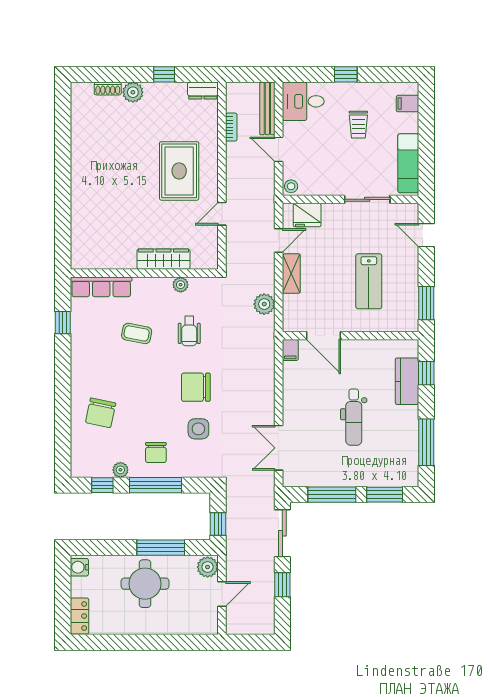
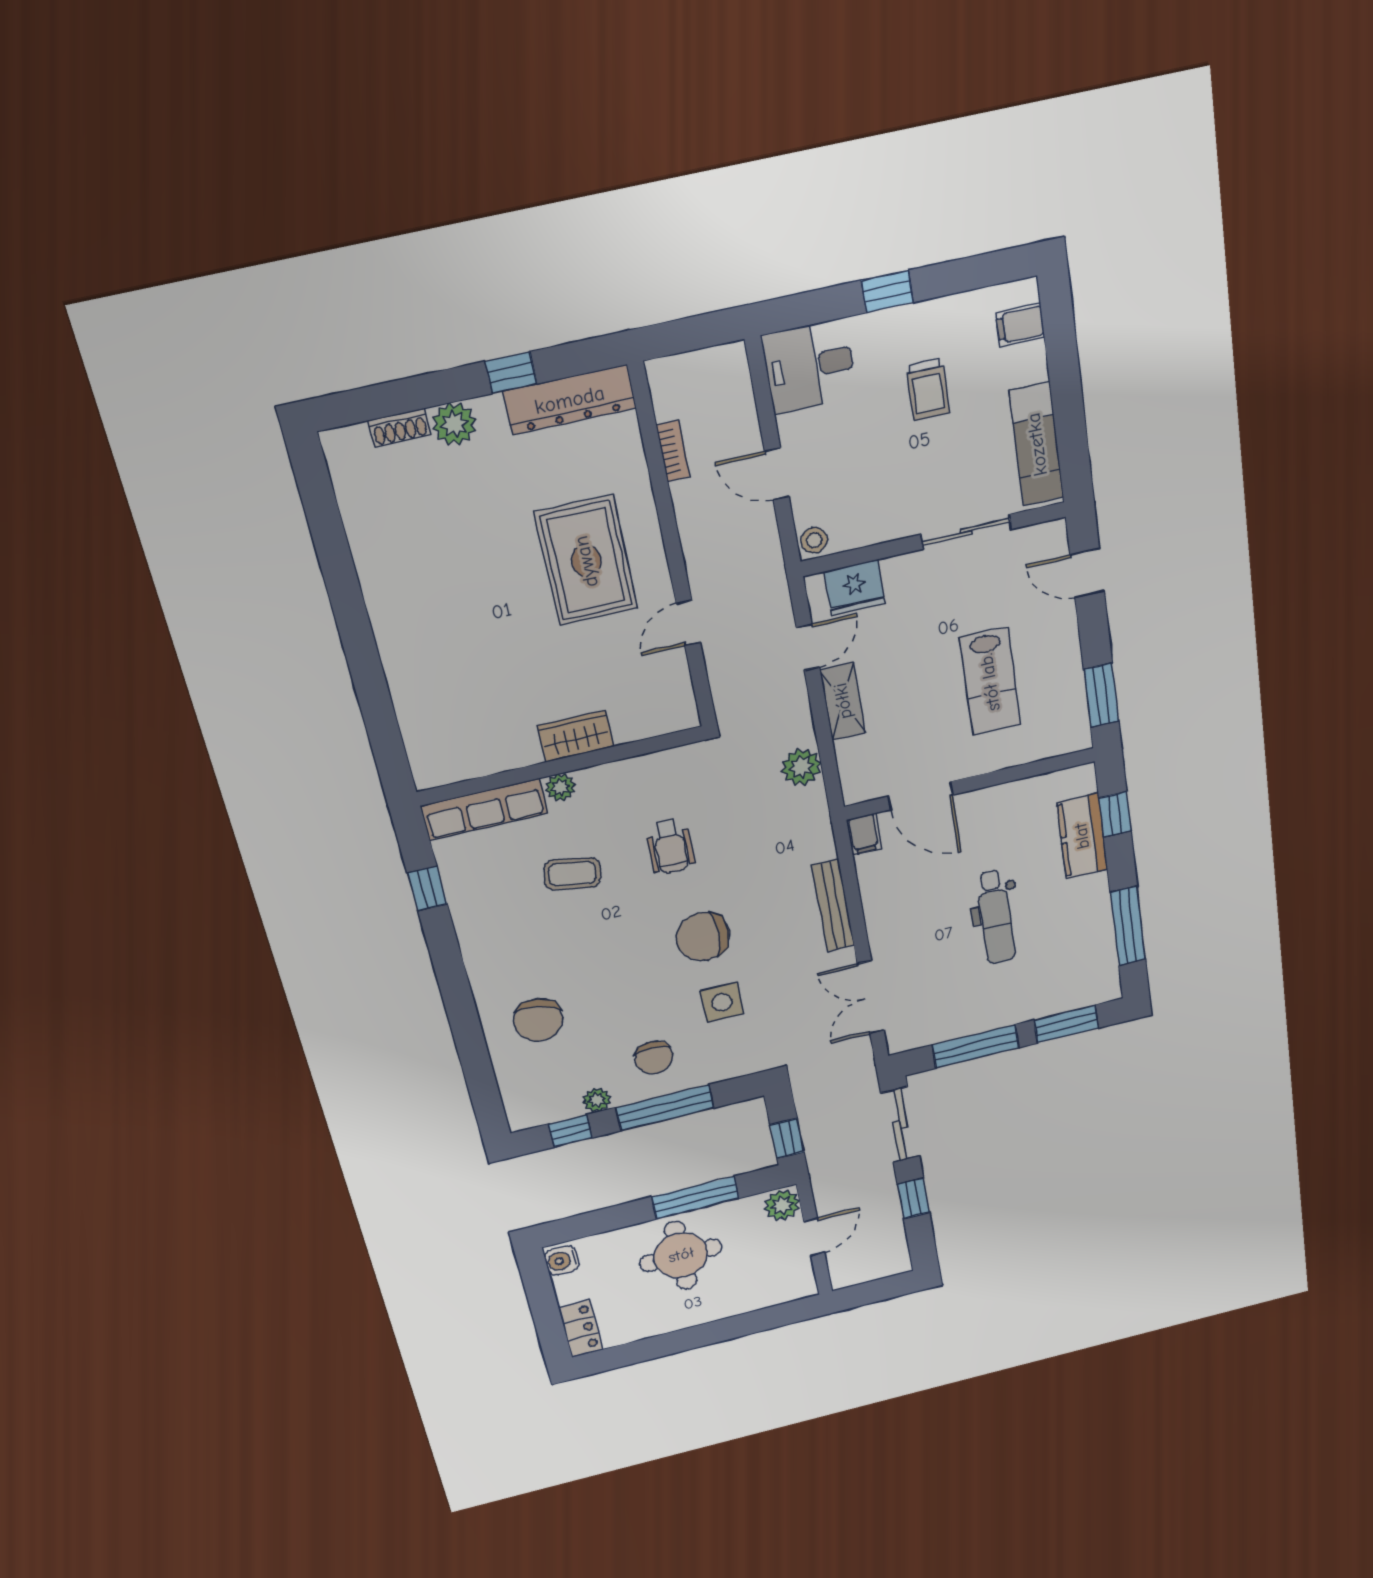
dresser: (203, 91) -> (570, 400), width x1.96, depth x1.24
bench: (267, 108) -> (833, 905), moved
wardrobe: (163, 259) -> (576, 736), width x0.67
plant: (181, 285) -> (560, 788), moved

